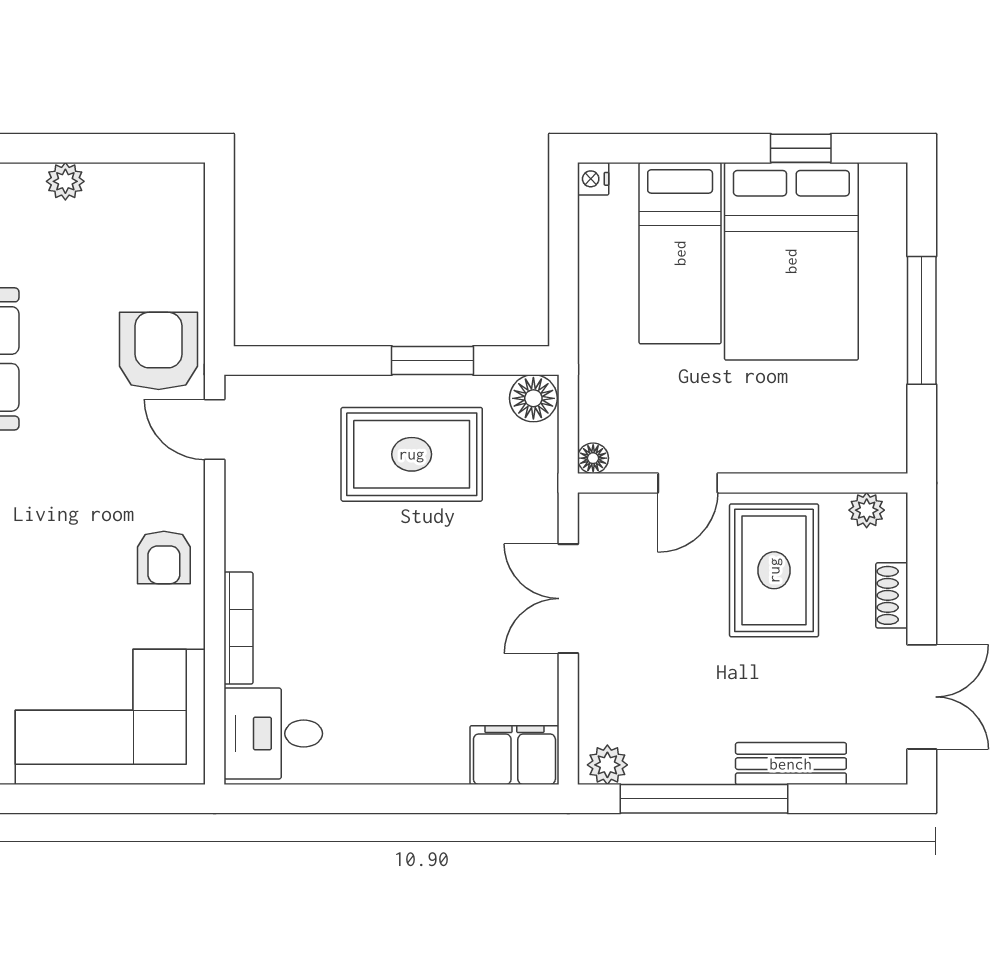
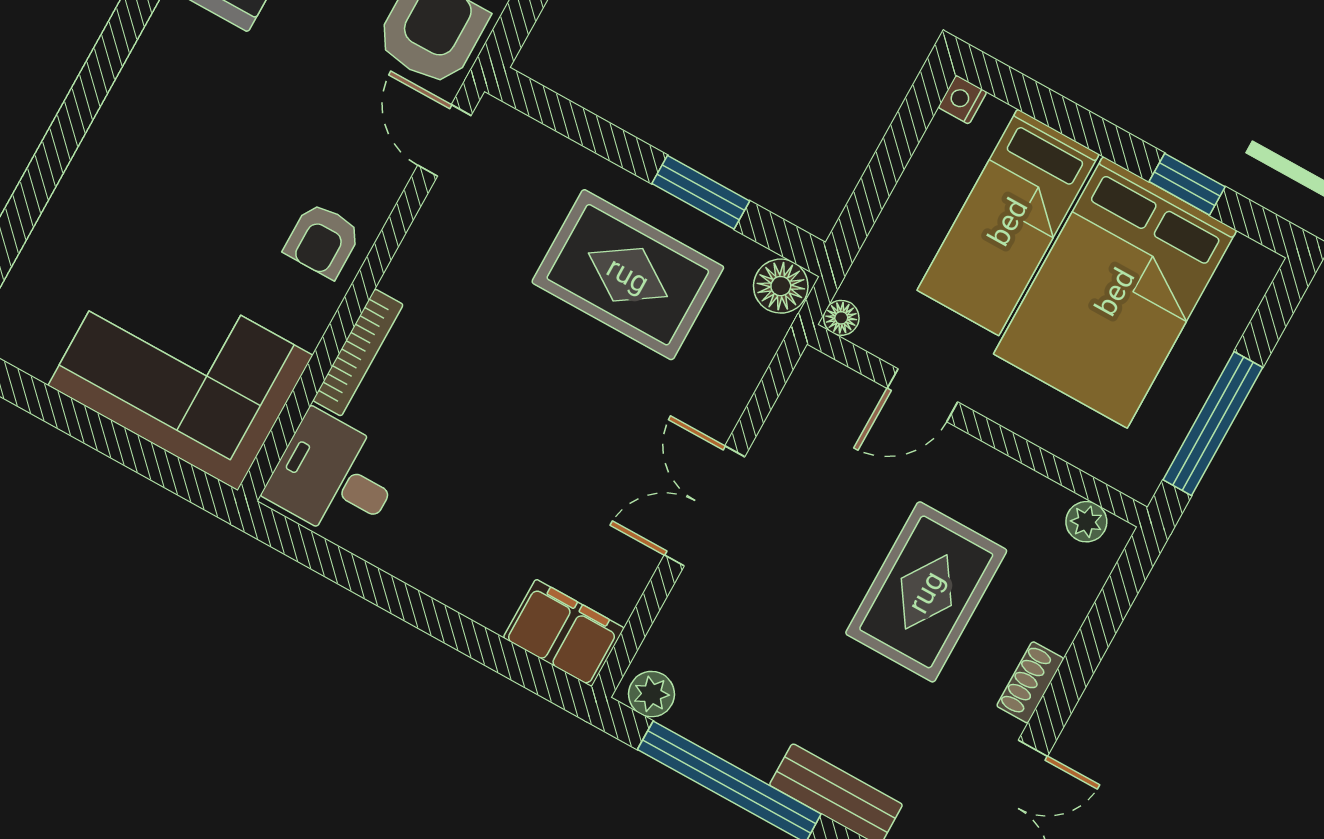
floor lamp: (593, 458) -> (841, 318), moved
door: (688, 483) -> (922, 395), moved
wall: (743, 483) -> (977, 426), moved
plant: (867, 510) -> (1086, 522), moved

